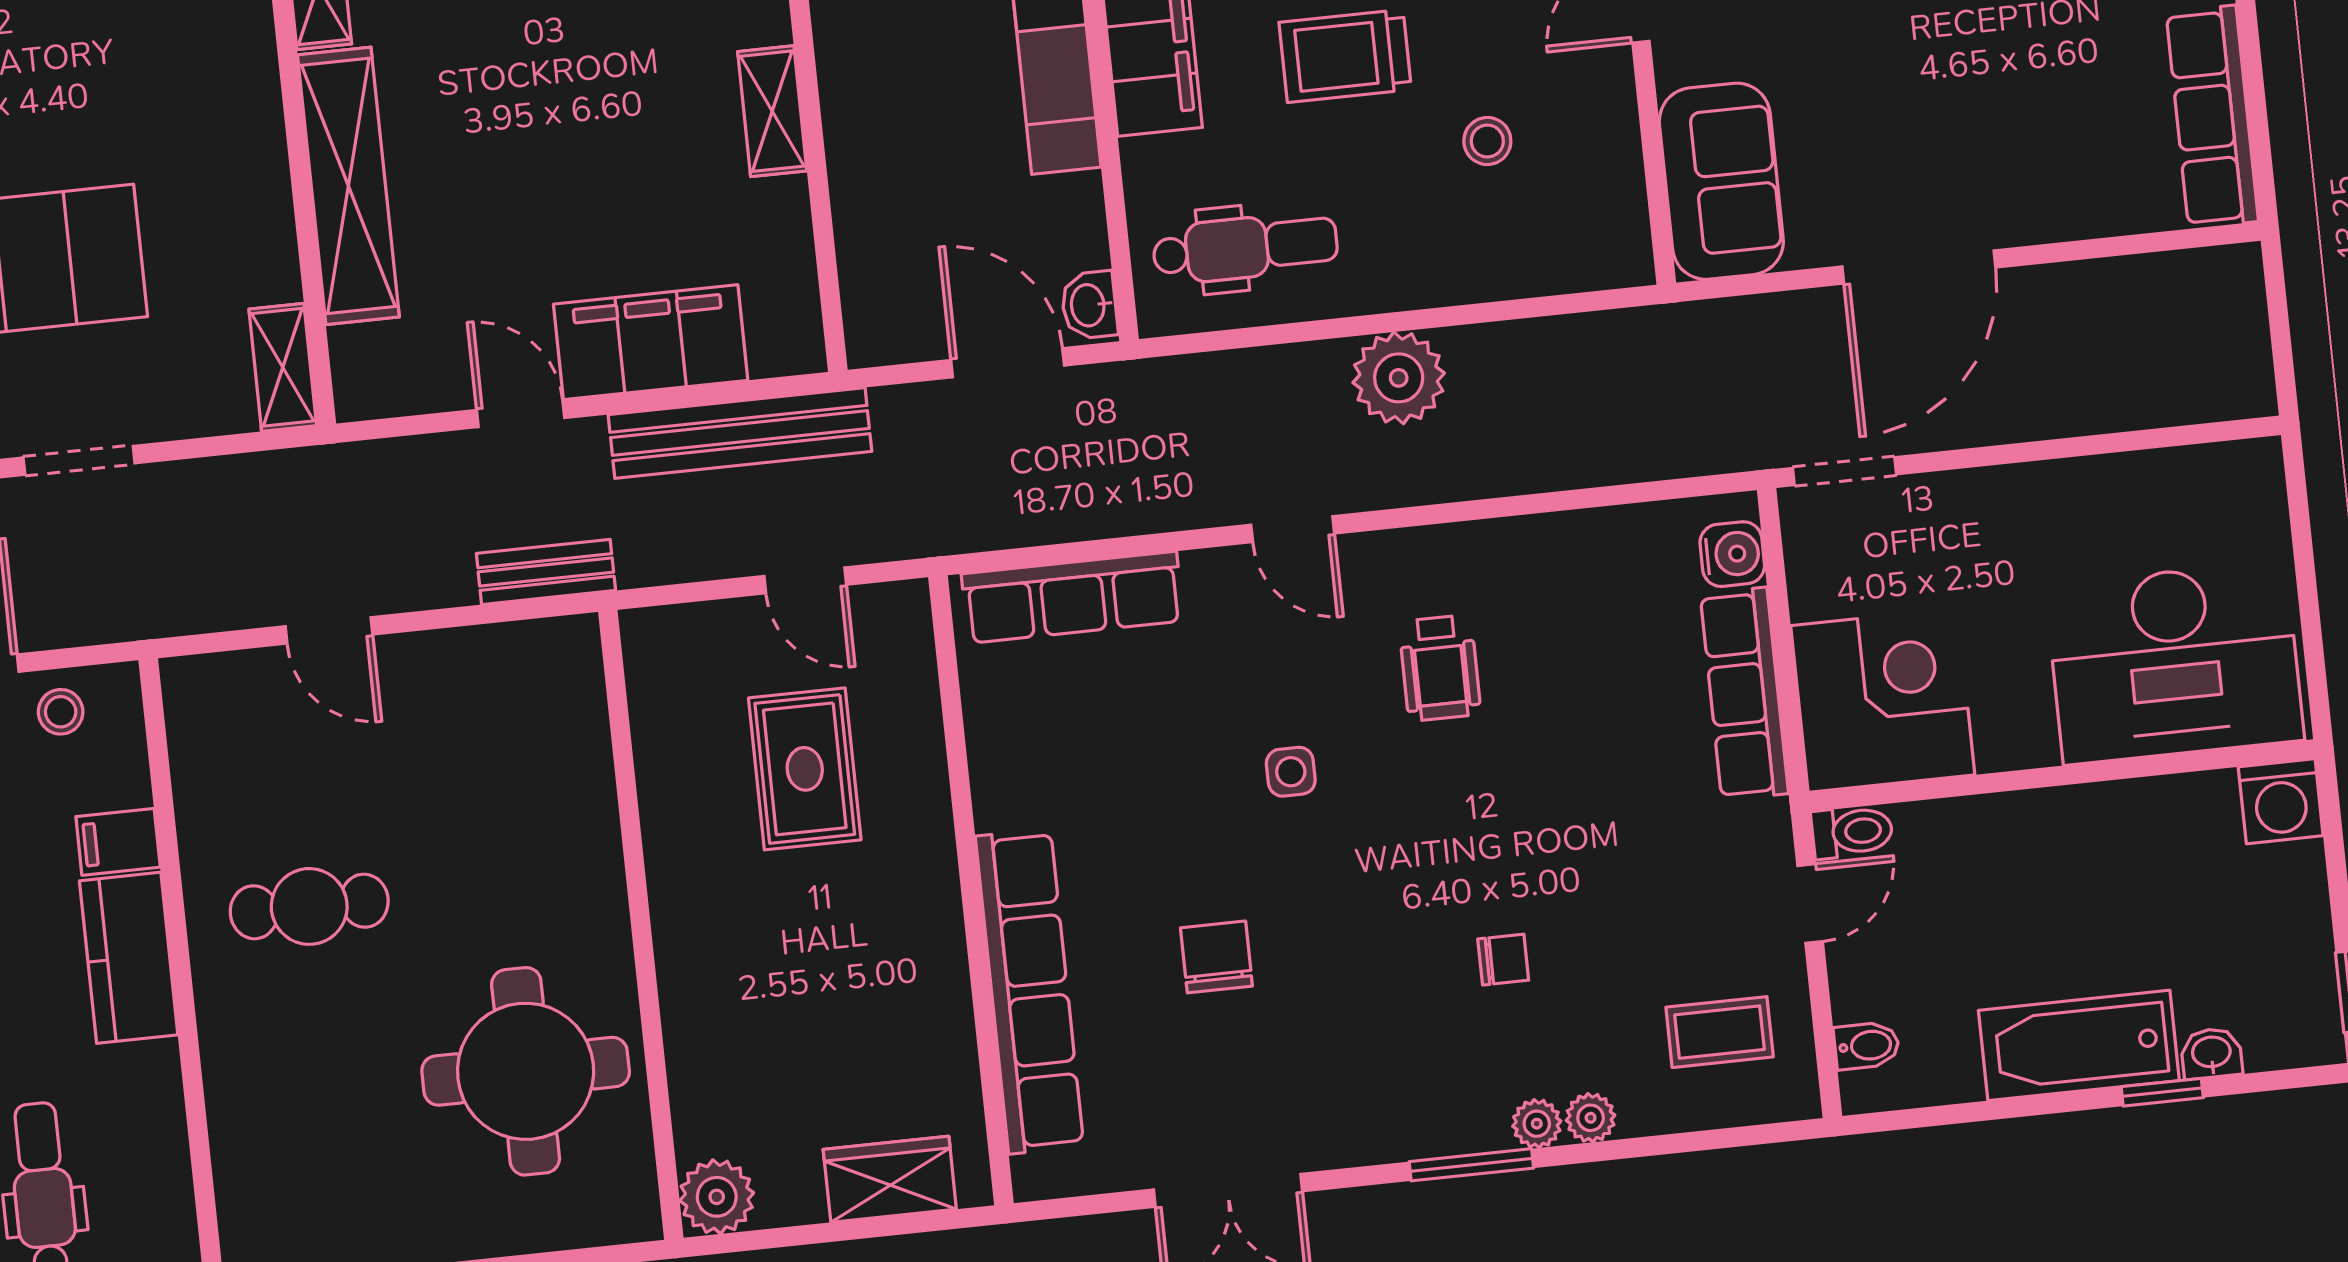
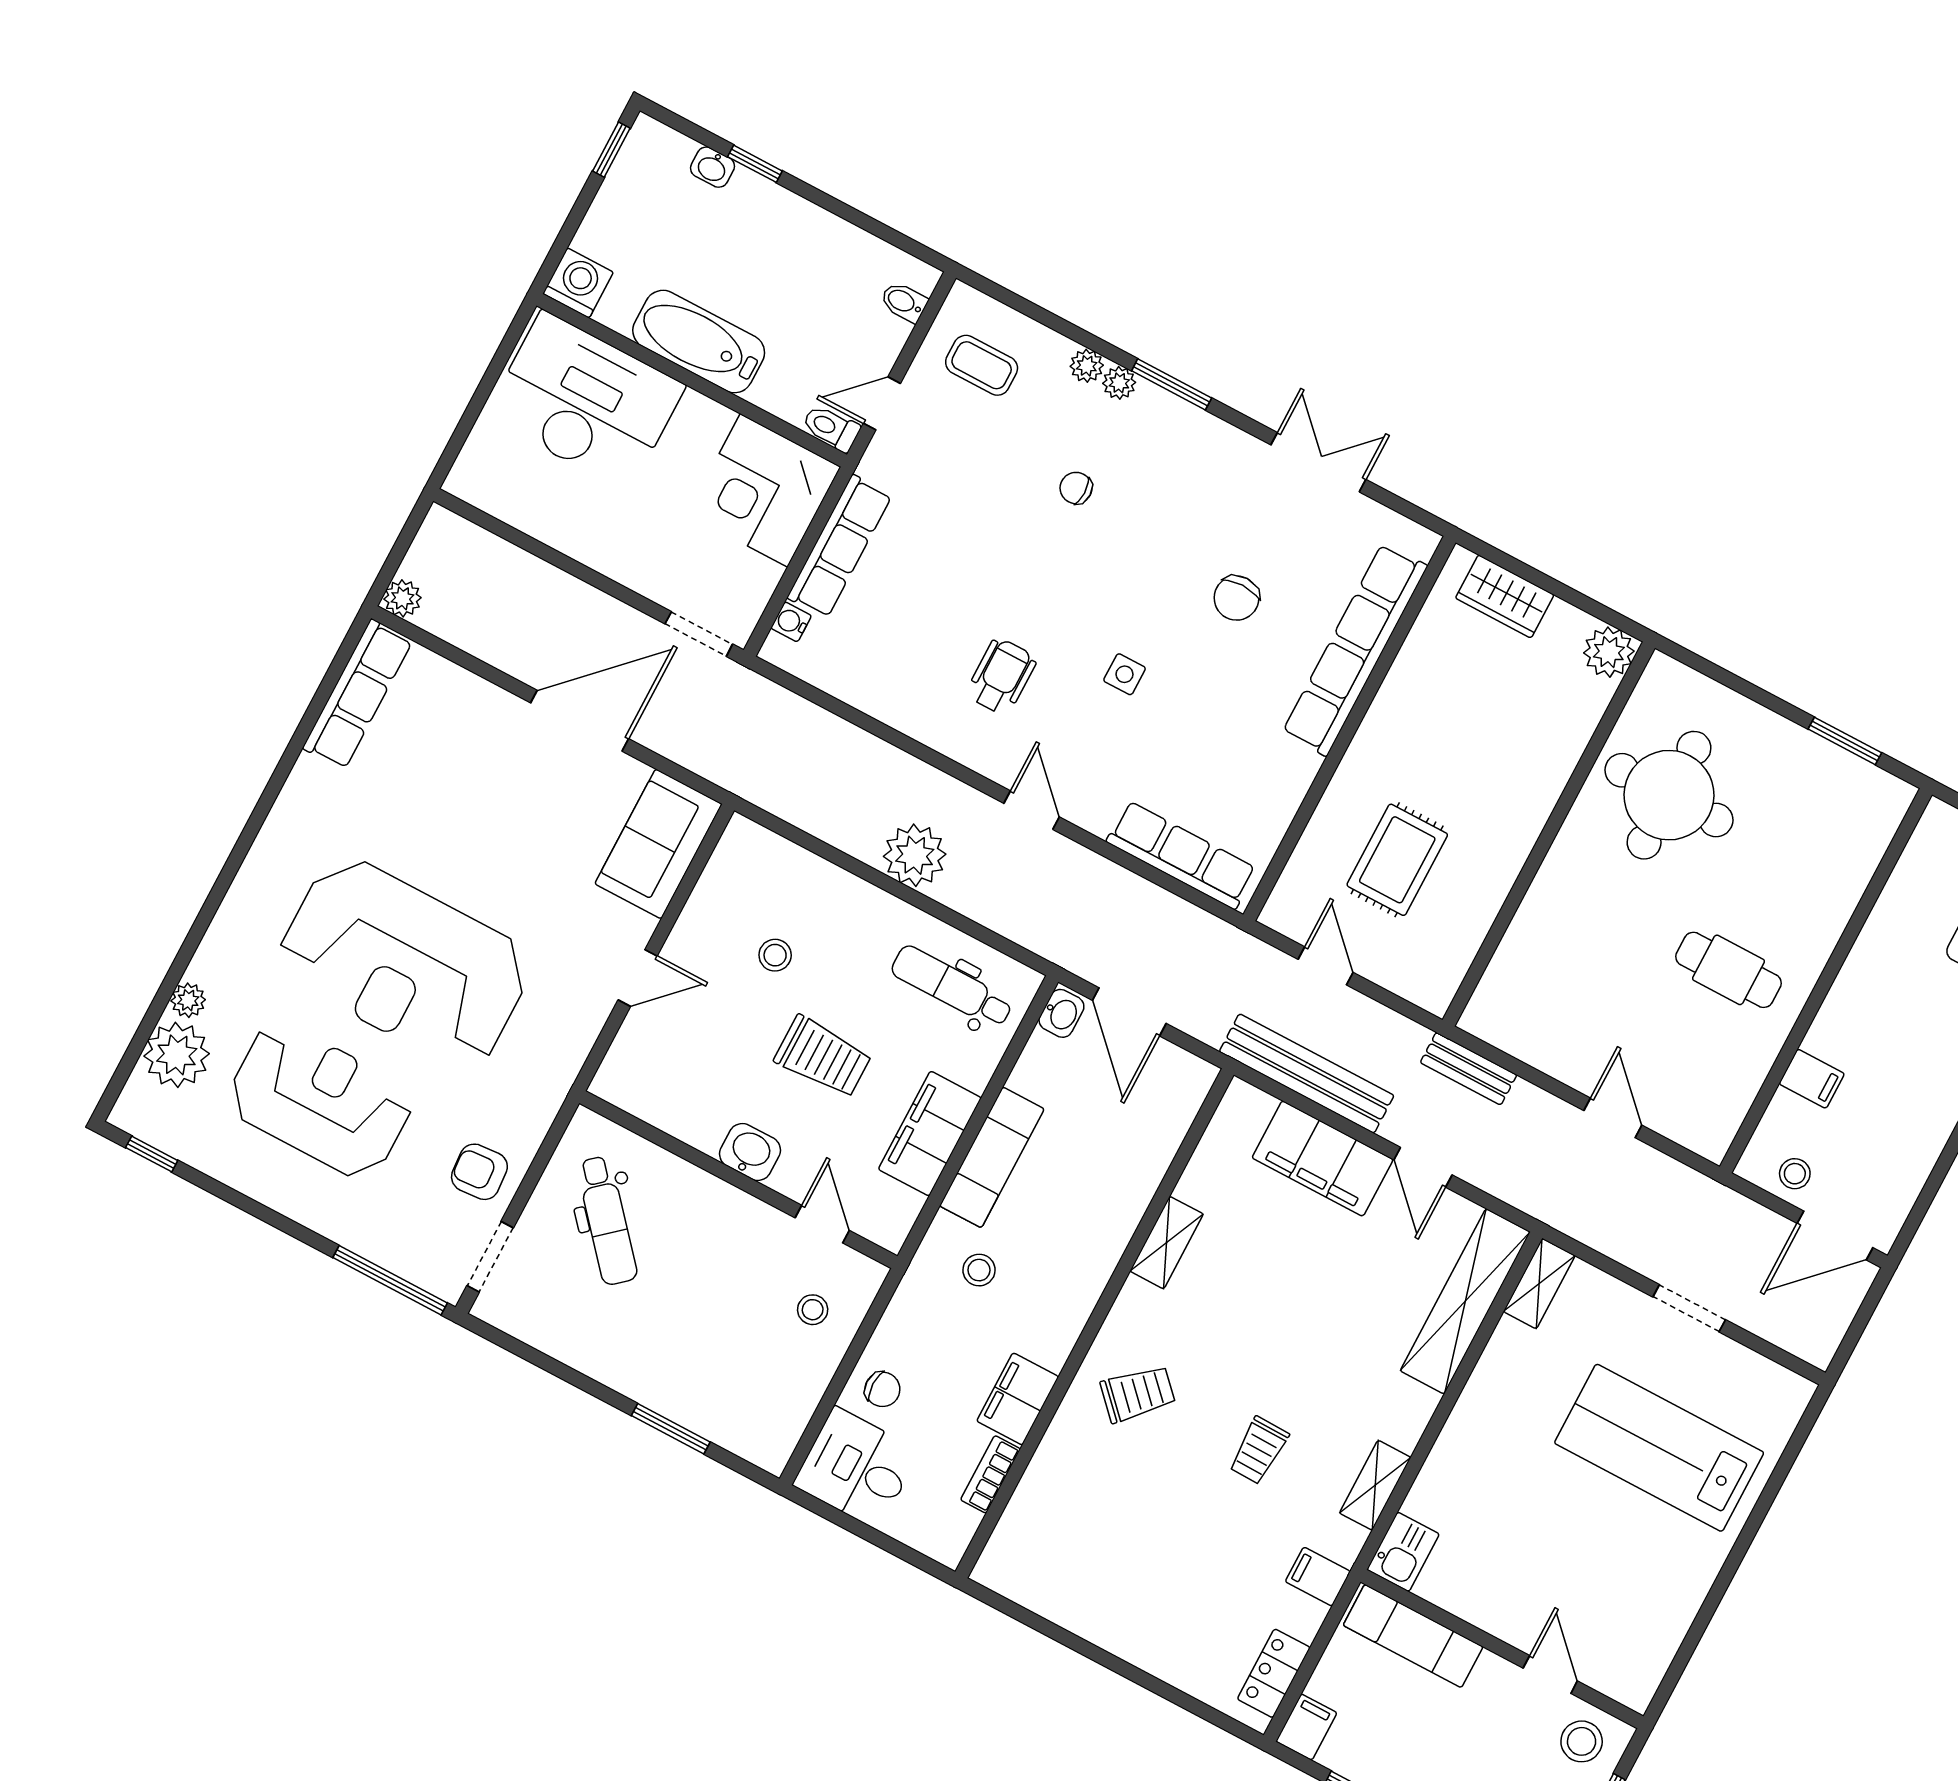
shelving: (348, 186) -> (1465, 1301), moved
plant: (2236, 271) -> (403, 598), added
water cooler: (1732, 554) -> (791, 622), width x0.72, depth x0.72
kitchen counter: (129, 958) -> (1850, 1009), removed
bathtub: (2079, 1045) -> (699, 342), moved, turned 180

